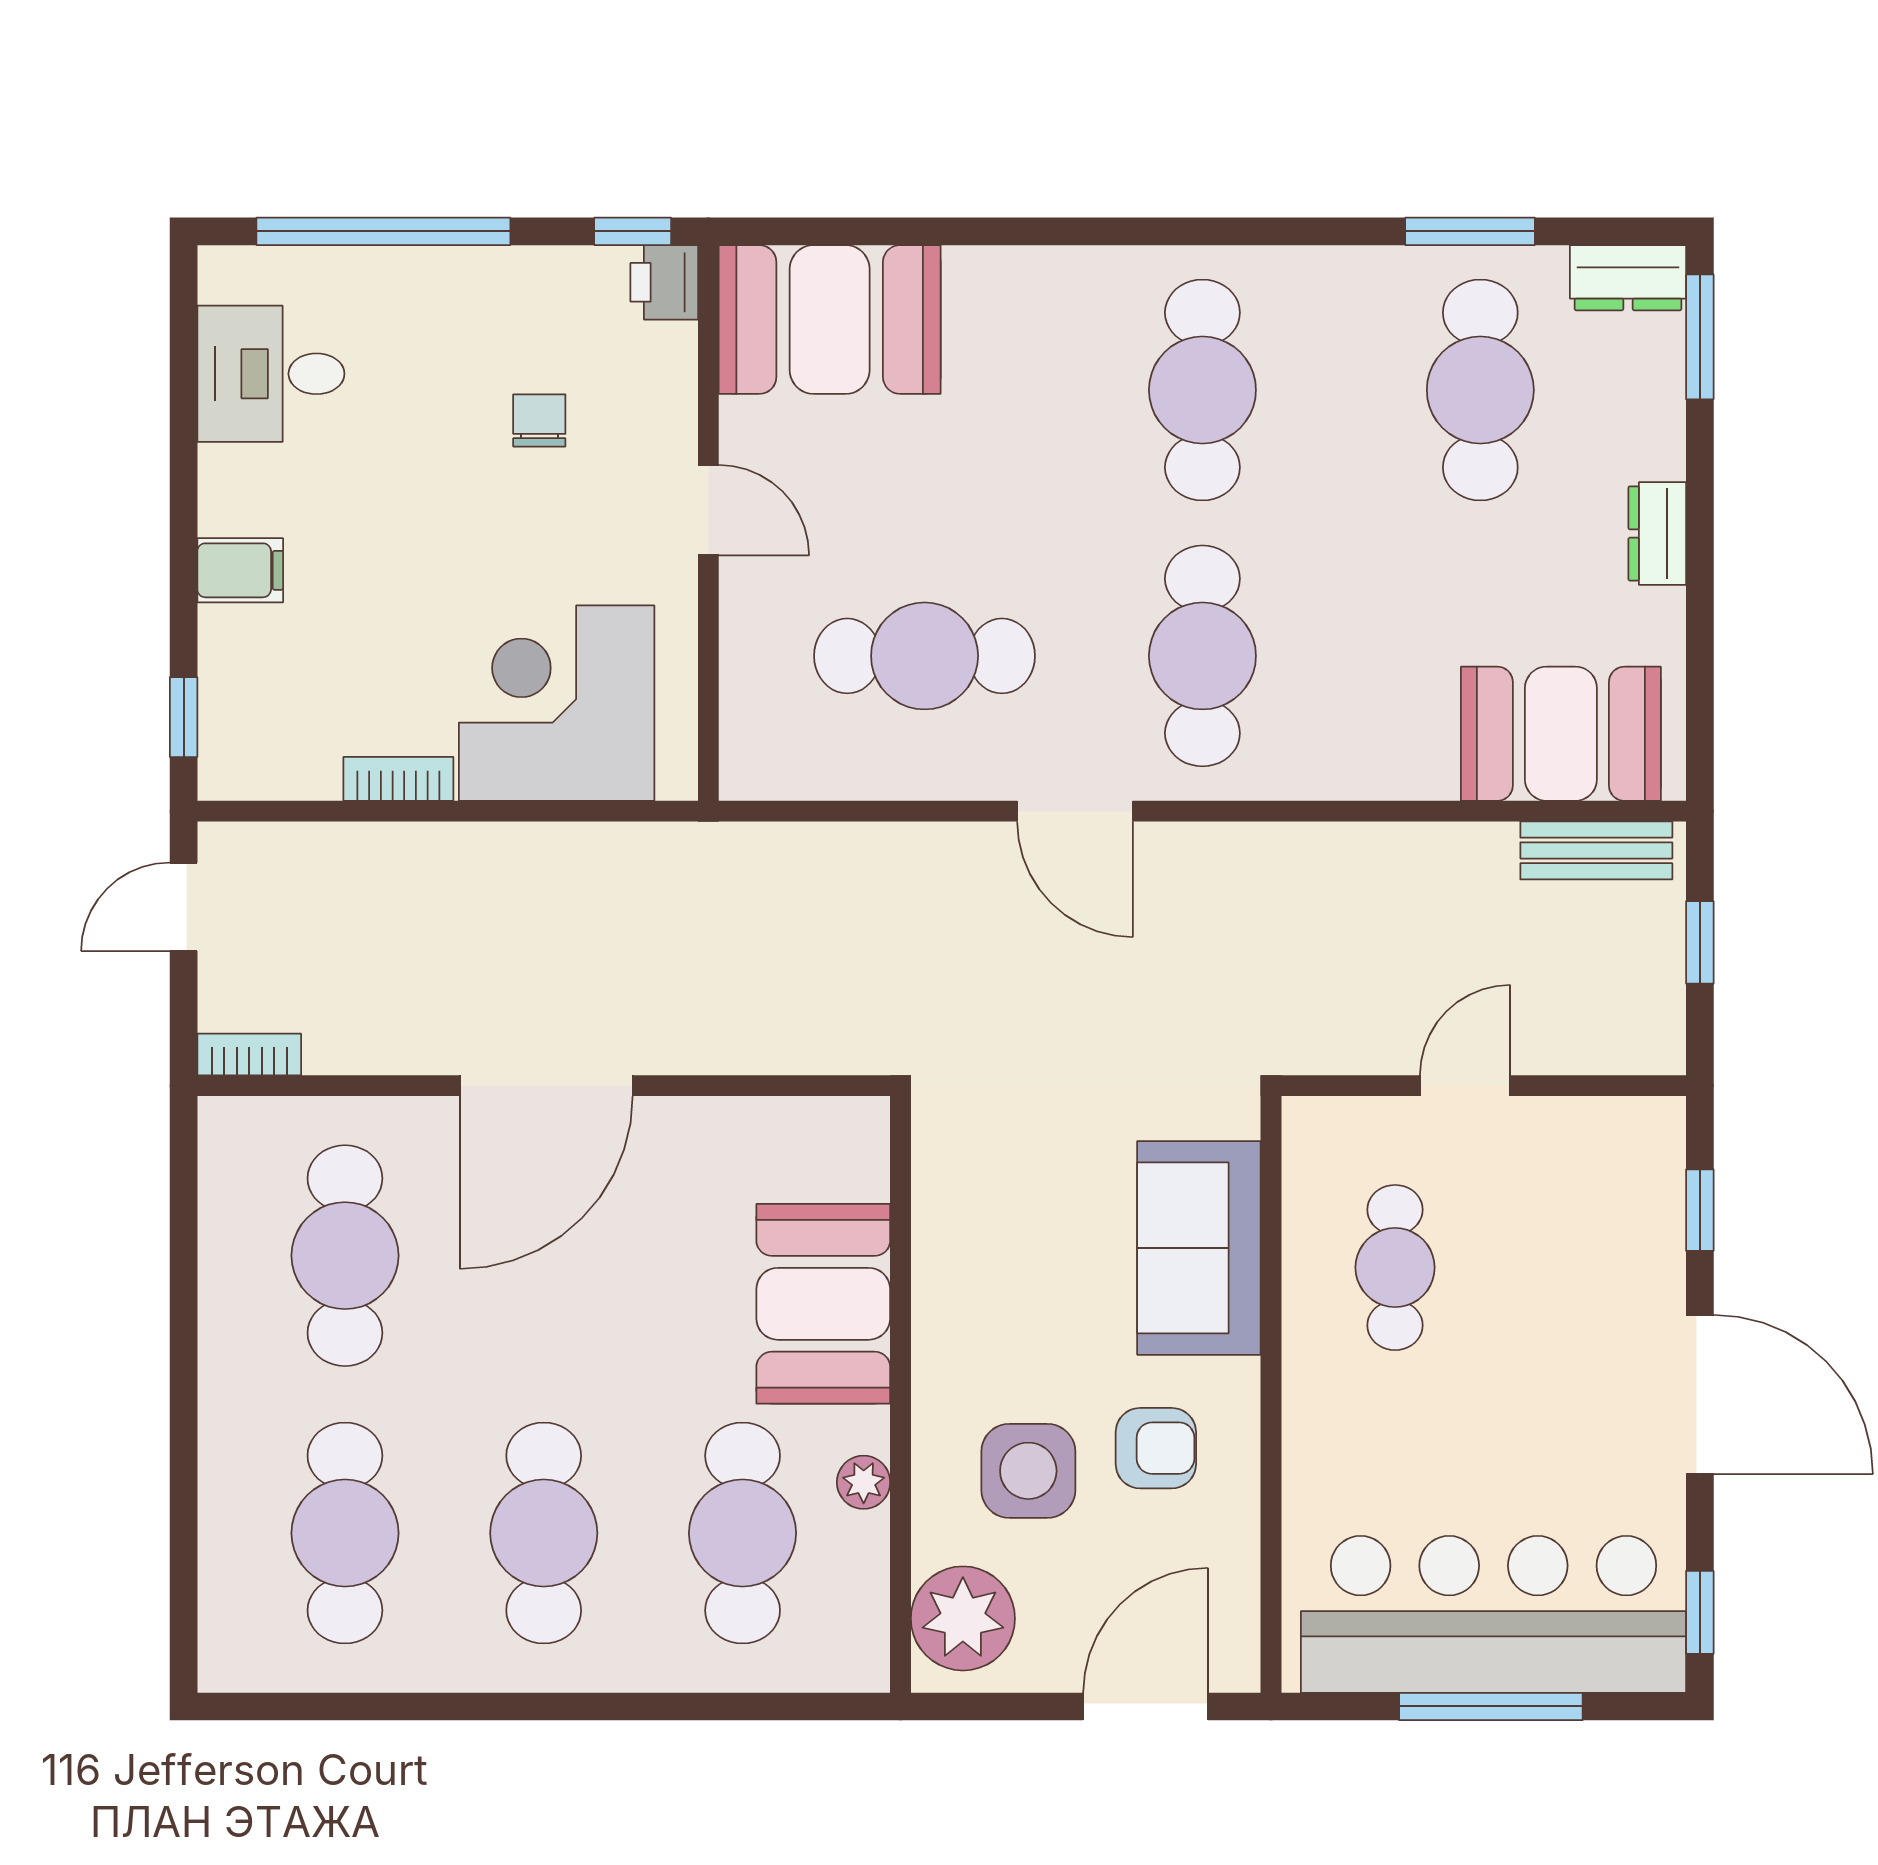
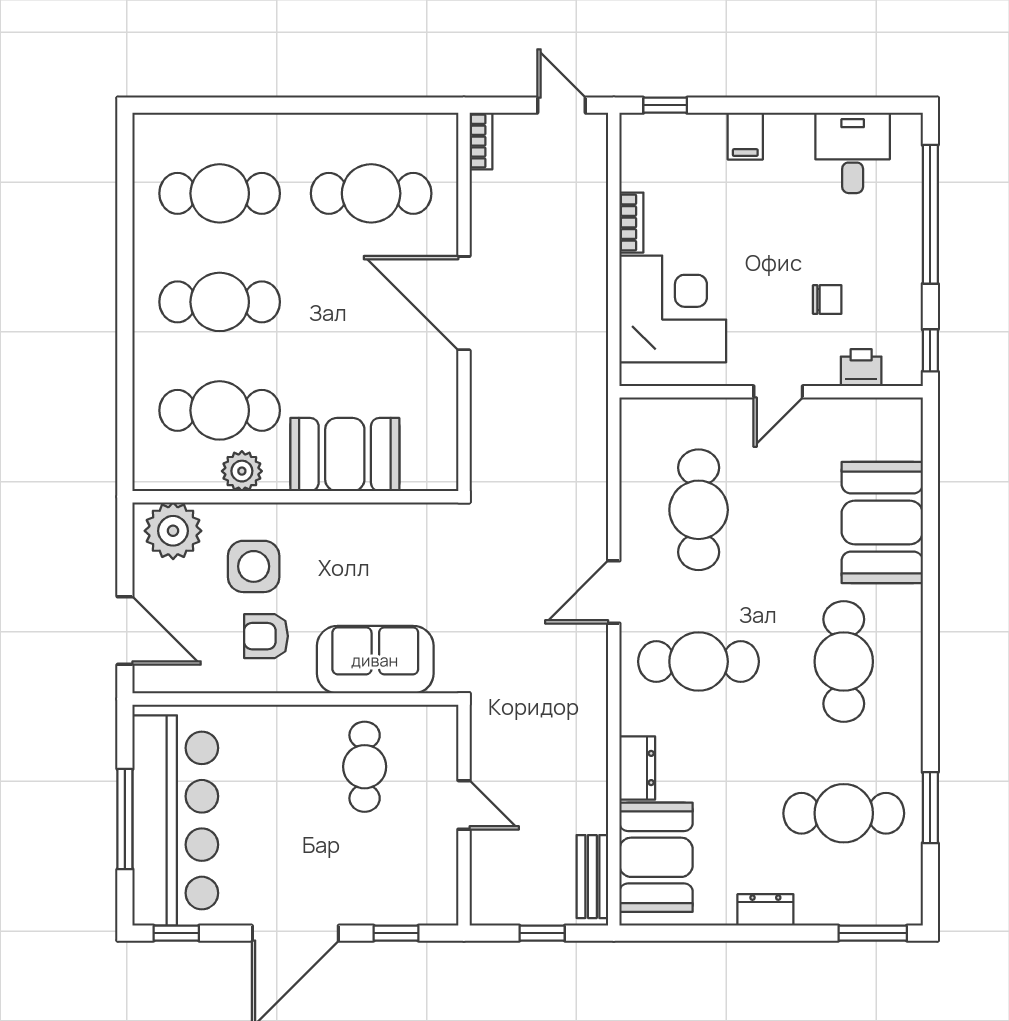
dresser: (1628, 278) -> (637, 768), moved, turned 180
printer: (664, 282) -> (861, 368), moved
booth: (830, 320) -> (882, 522), moved
cafe table: (1202, 390) -> (844, 662), turned 90
cafe table: (1395, 1268) -> (365, 767), turned 90
armchair: (1156, 1448) -> (266, 636), turned 90
plant: (864, 1482) -> (242, 471), width x1.38, depth x1.38

